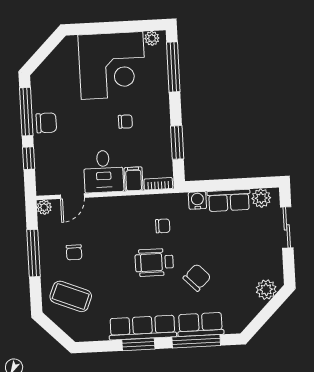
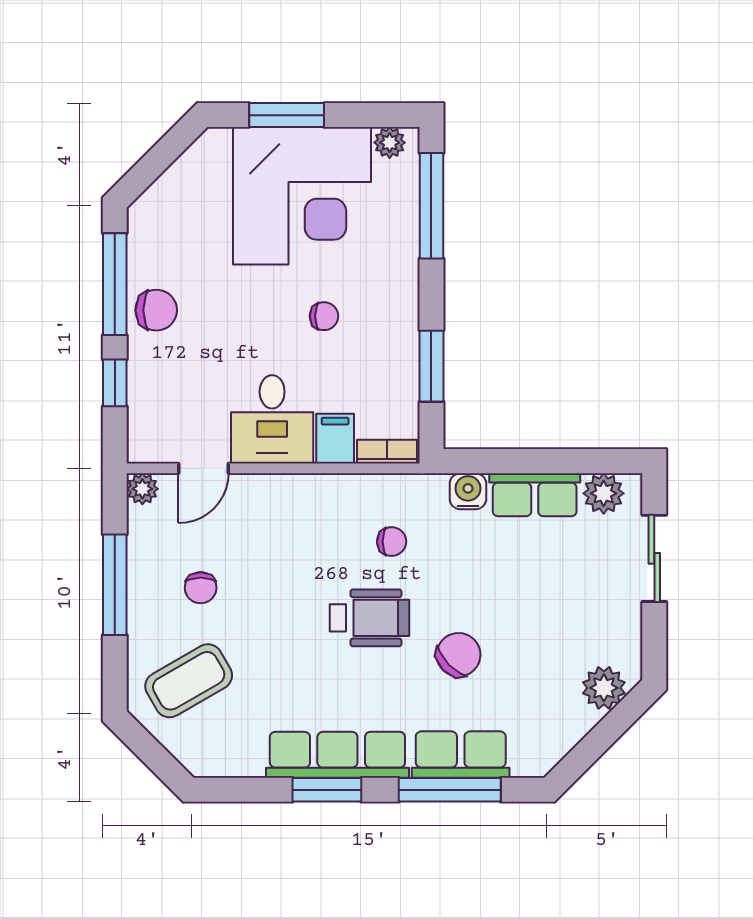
window: (103, 28) -> (287, 115), added
wheelchair: (154, 262) -> (370, 618), turned 180
coffee table: (71, 296) -> (189, 681), turned -52

